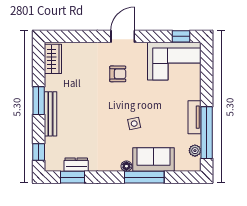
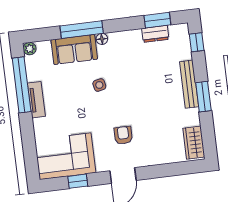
window: (181, 36) -> (78, 181), moved
armchair: (118, 74) -> (123, 135), turned 90
plant: (195, 151) -> (30, 49), moved

